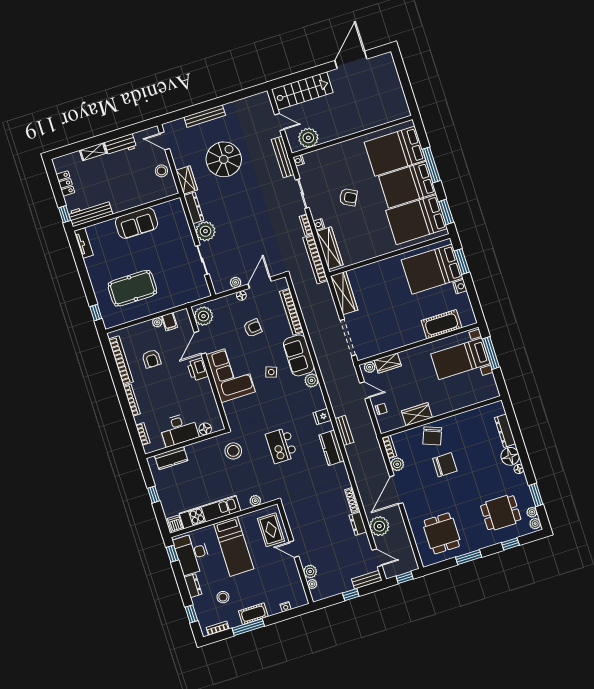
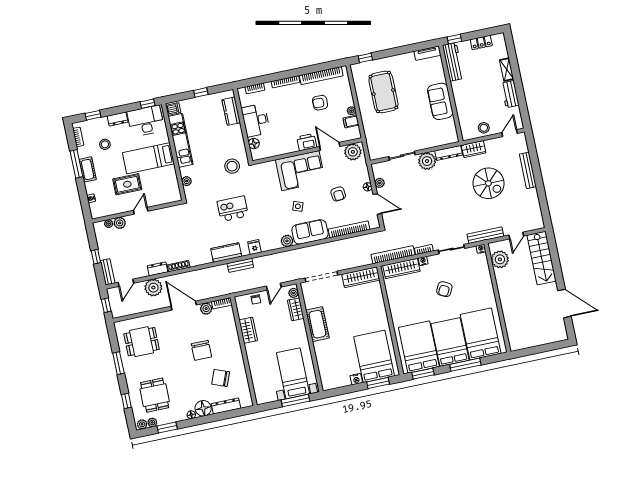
cot: (442, 324) -> (317, 324), moved
chair: (432, 436) -> (221, 378), moved
rug: (271, 530) -> (127, 184), moved

